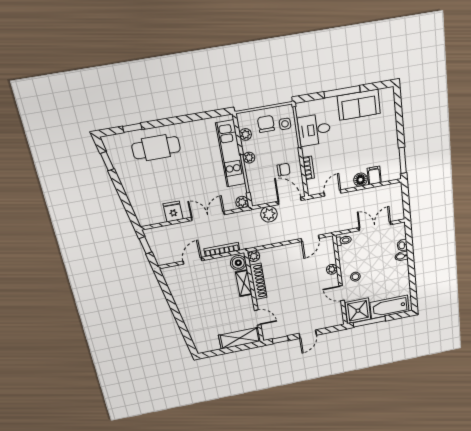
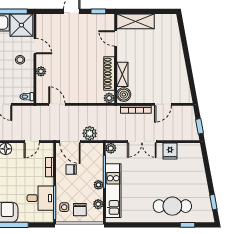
door: (310, 238) -> (57, 104), hinge flipped

